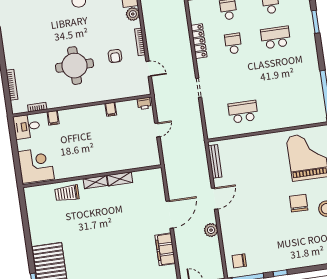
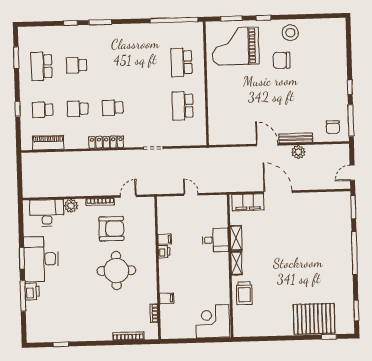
school desk: (276, 37) -> (181, 62), moved
armchair: (115, 56) -> (111, 229), width x1.88, depth x1.88
printer: (144, 103) -> (164, 251), moved
desk: (27, 126) -> (215, 240), moved, turned -90
bench: (215, 161) -> (296, 138), moved
filing cabinet: (165, 249) -> (248, 202), moved

